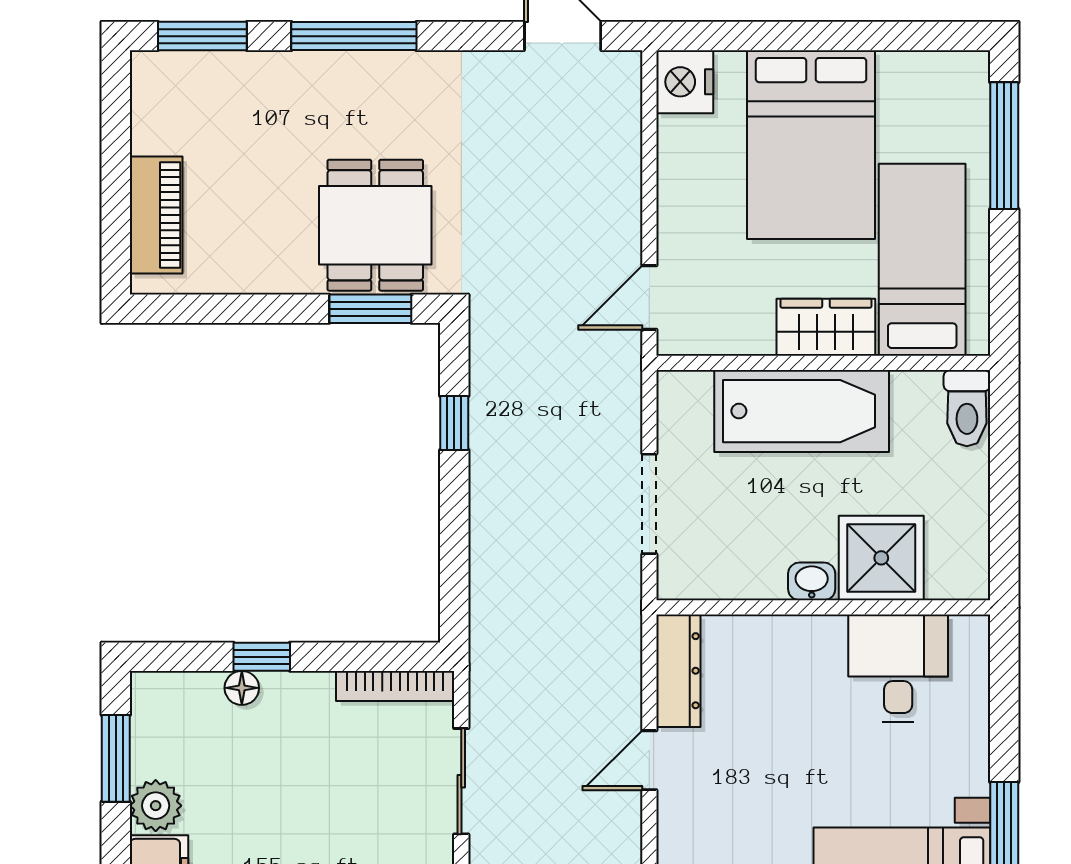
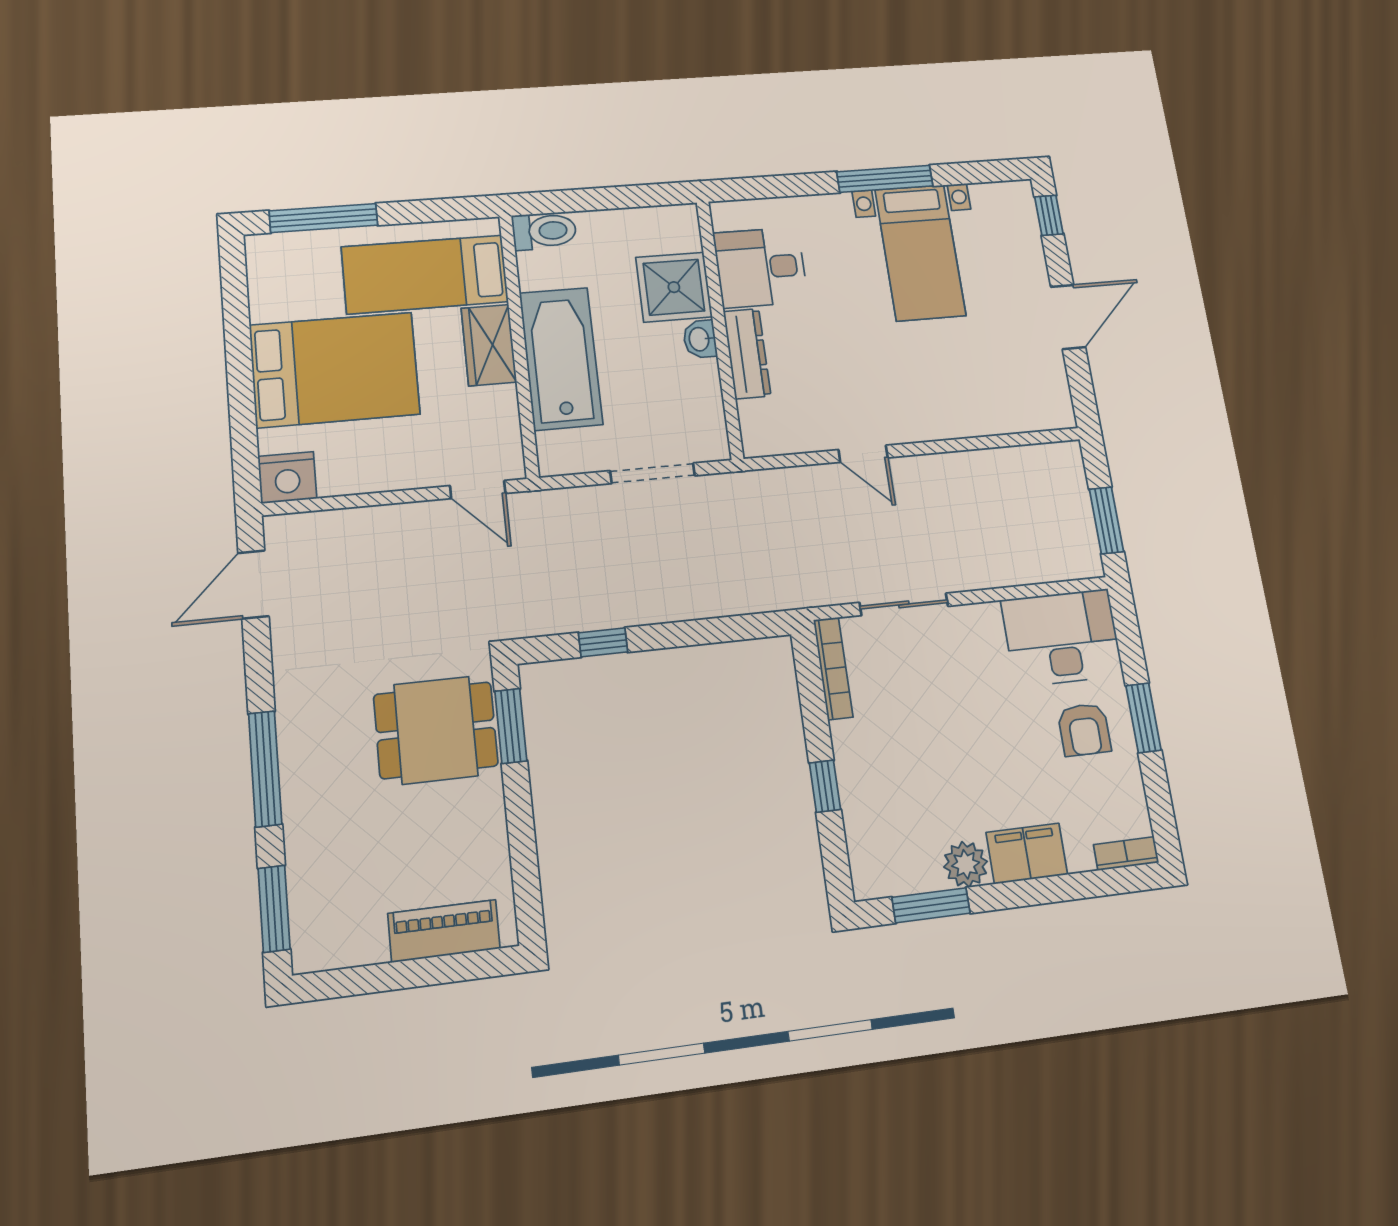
dresser: (678, 671) -> (747, 354), moved, turned 90
floor lamp: (242, 688) -> (854, 801), removed

